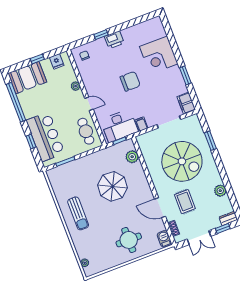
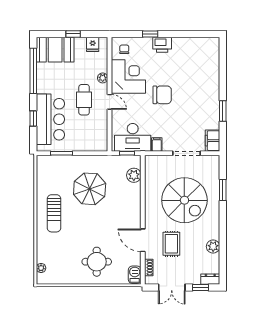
corner desk: (159, 55) -> (128, 77), moved, turned 180
cafe table: (86, 131) -> (84, 100), moved
parasol: (113, 186) -> (90, 189), moved

